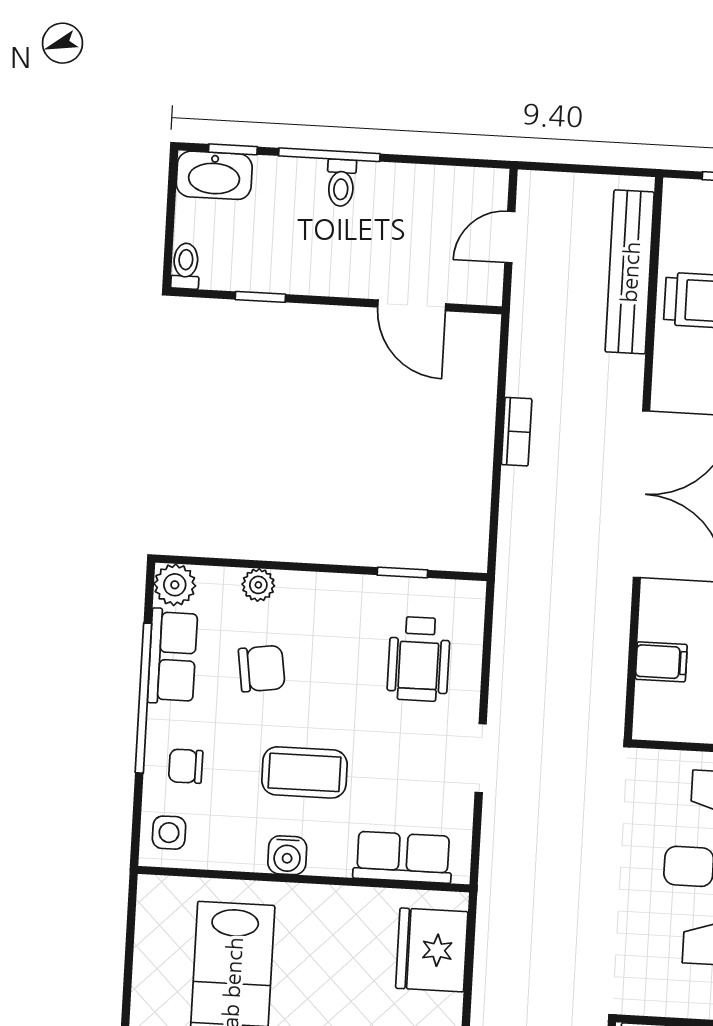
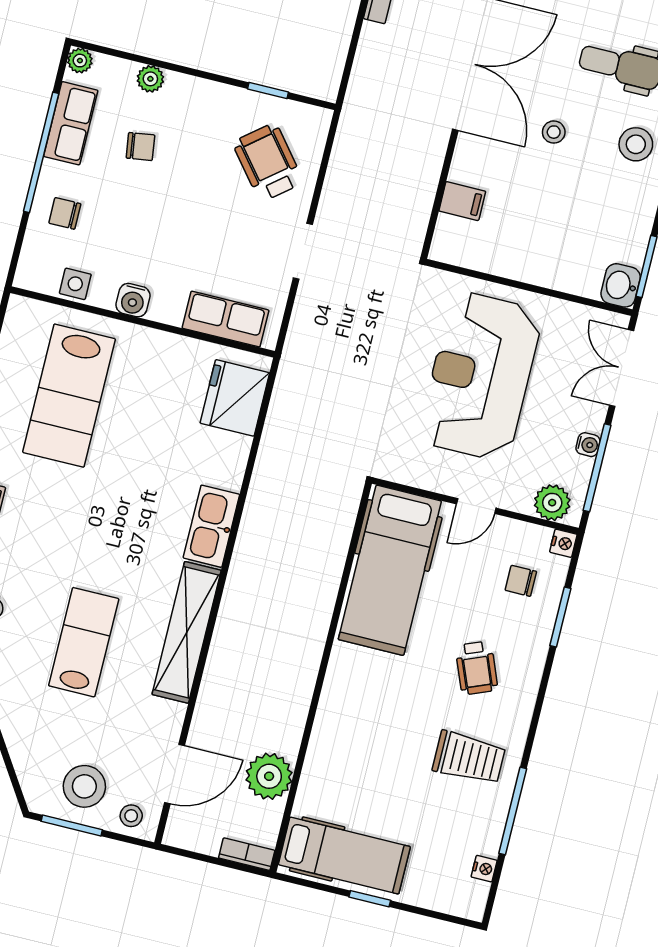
plant: (175, 585) -> (80, 61), width x0.73, depth x0.73
wheelchair: (419, 659) -> (268, 162), turned 141
chair: (262, 669) -> (140, 147), width x0.73, depth x0.73
coffee table: (304, 772) -> (159, 236), removed
side table: (169, 833) -> (75, 284), moved

